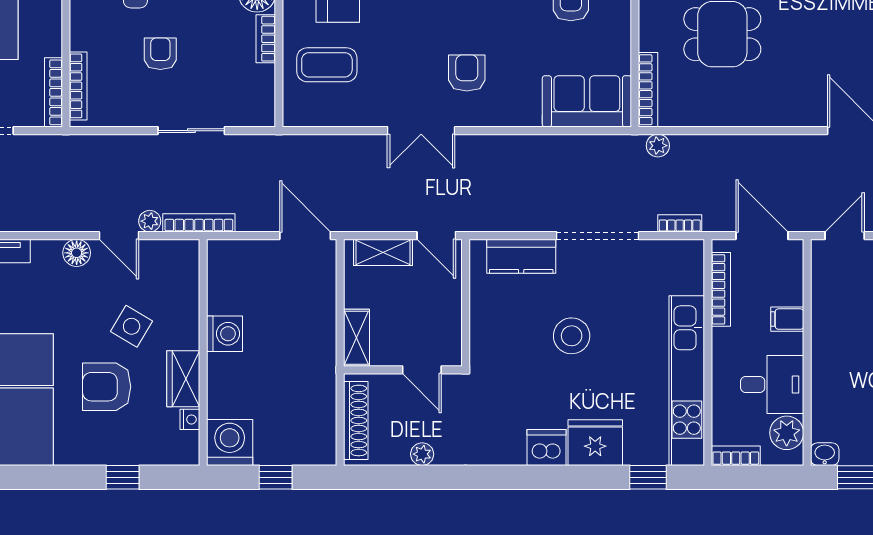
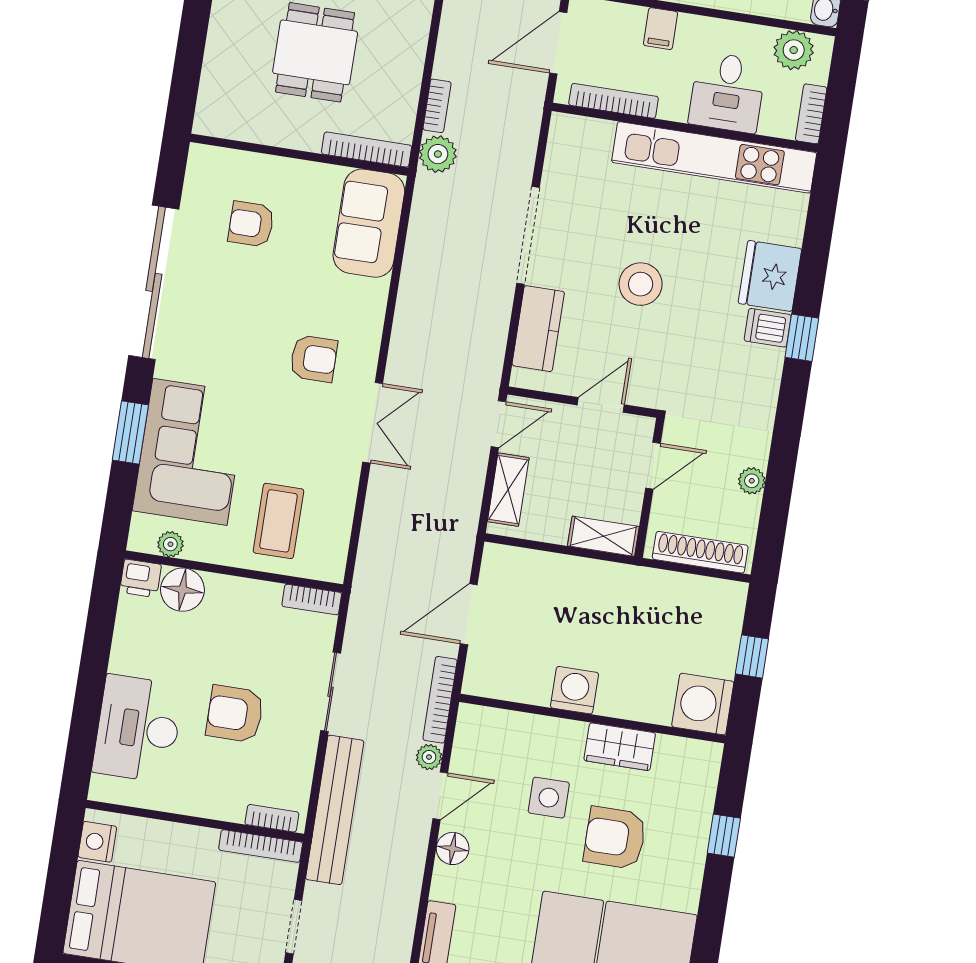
bookcase: (266, 39) -> (312, 600), moved
armchair: (160, 54) -> (235, 714), width x1.38, depth x1.38
armchair: (467, 73) -> (314, 359), turned 180
bookcase: (78, 86) -> (272, 818), width x0.64
plant: (658, 146) -> (438, 154), width x1.38, depth x1.38
bench: (93, 149) -> (335, 810), added
bookcase: (680, 223) -> (437, 106), moved, turned 180
door: (305, 236) -> (469, 614), moved
door: (466, 318) -> (601, 405), added
side table: (132, 326) -> (549, 798), turned -31
desk: (772, 385) -> (727, 92), moved, turned 180
armchair: (107, 387) -> (615, 838), turned 90
nightstand: (190, 419) -> (669, 746), removed
dishwasher: (546, 447) -> (768, 328), width x0.73
window: (648, 477) -> (802, 338), moved

